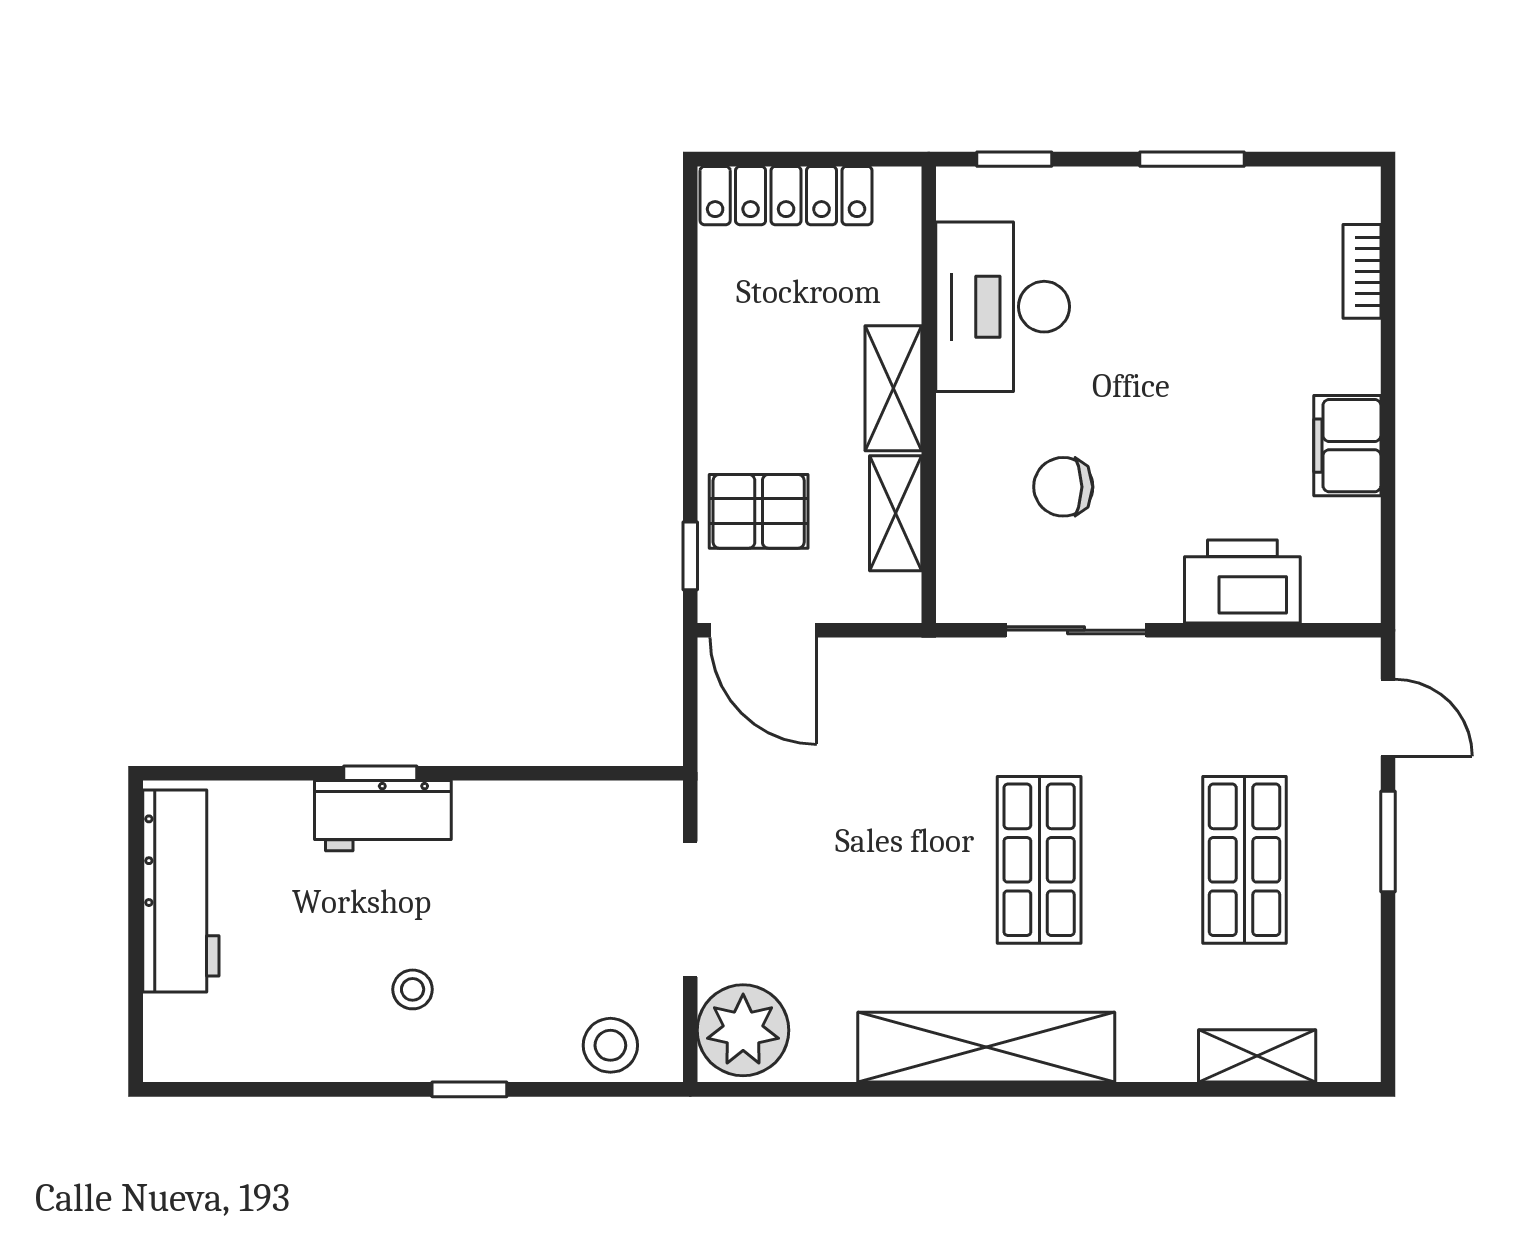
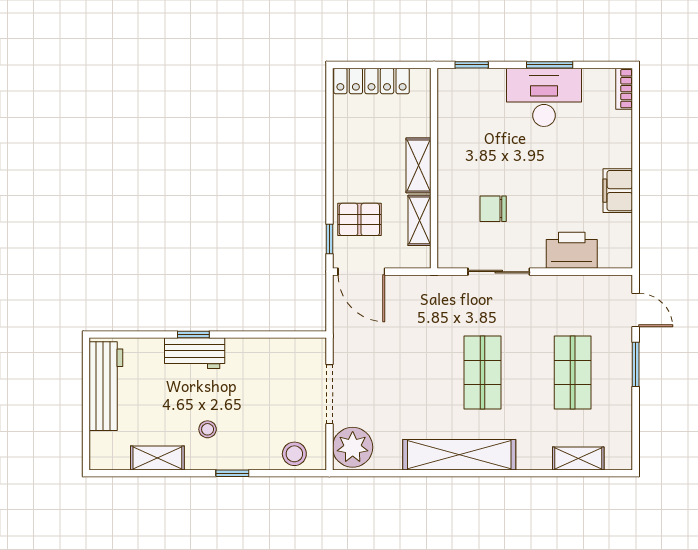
bookcase: (1362, 271) -> (624, 89), moved
desk: (1003, 307) -> (544, 97), moved, turned 90
shelving: (298, 1055) -> (157, 458), added

